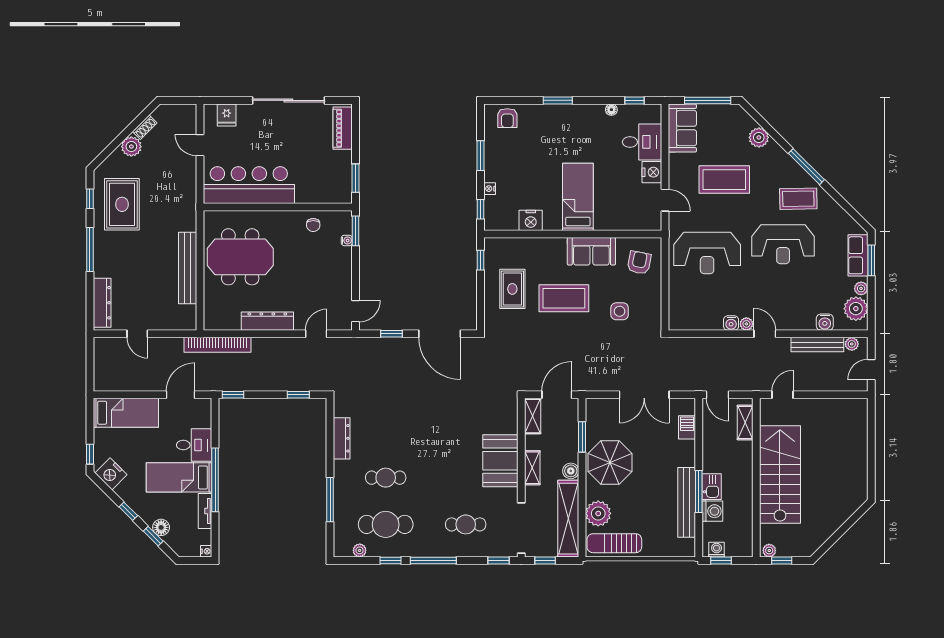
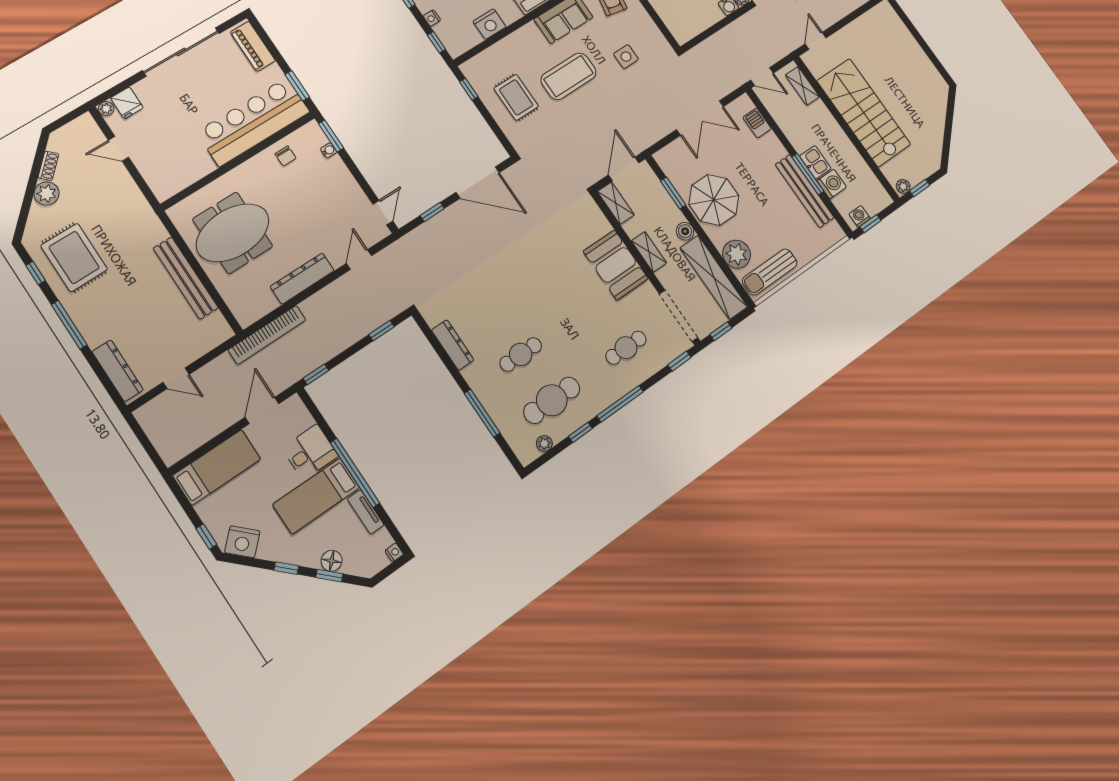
plant: (210, 110) -> (106, 109), added
bar counter: (249, 185) -> (253, 122), moved

